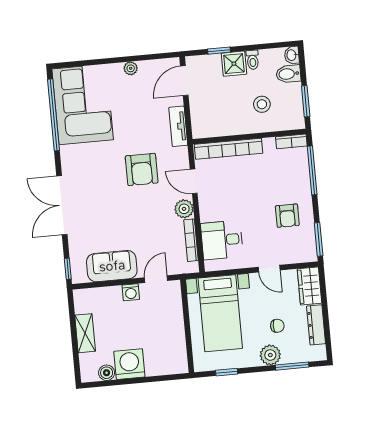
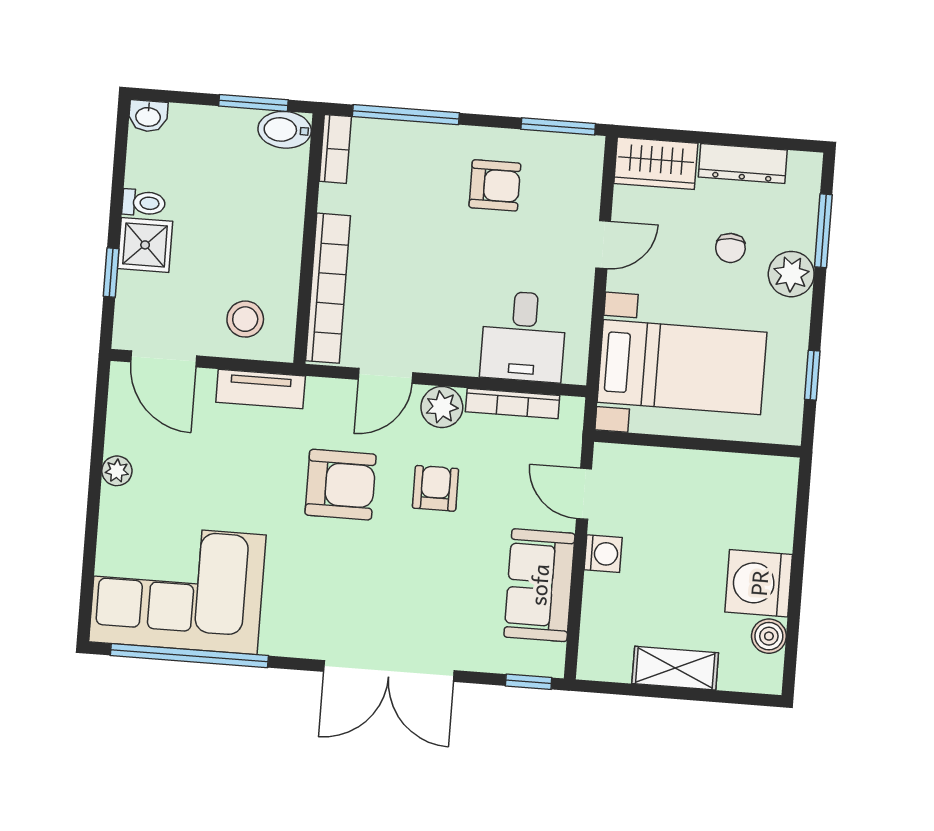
bidet: (288, 74) -> (285, 130), moved, turned 90
stool: (262, 104) -> (245, 319), moved
armchair: (147, 212) -> (436, 488), added
chair: (277, 326) -> (730, 248), turned 180

